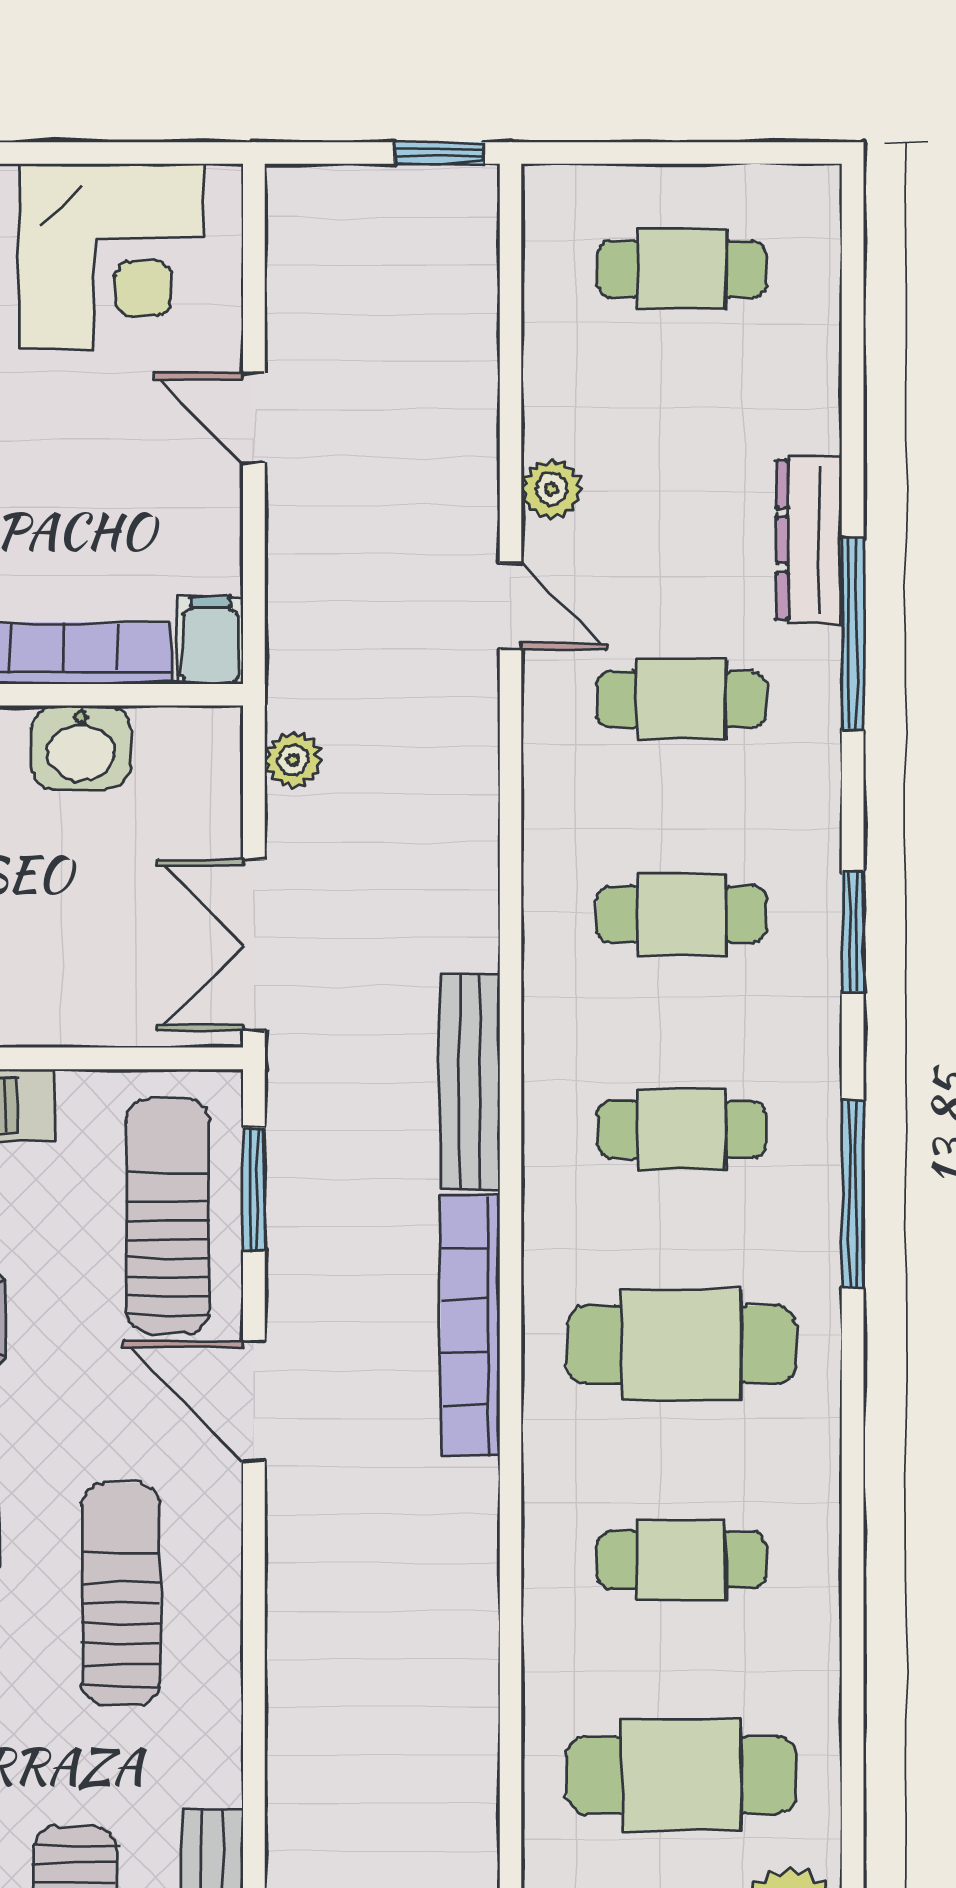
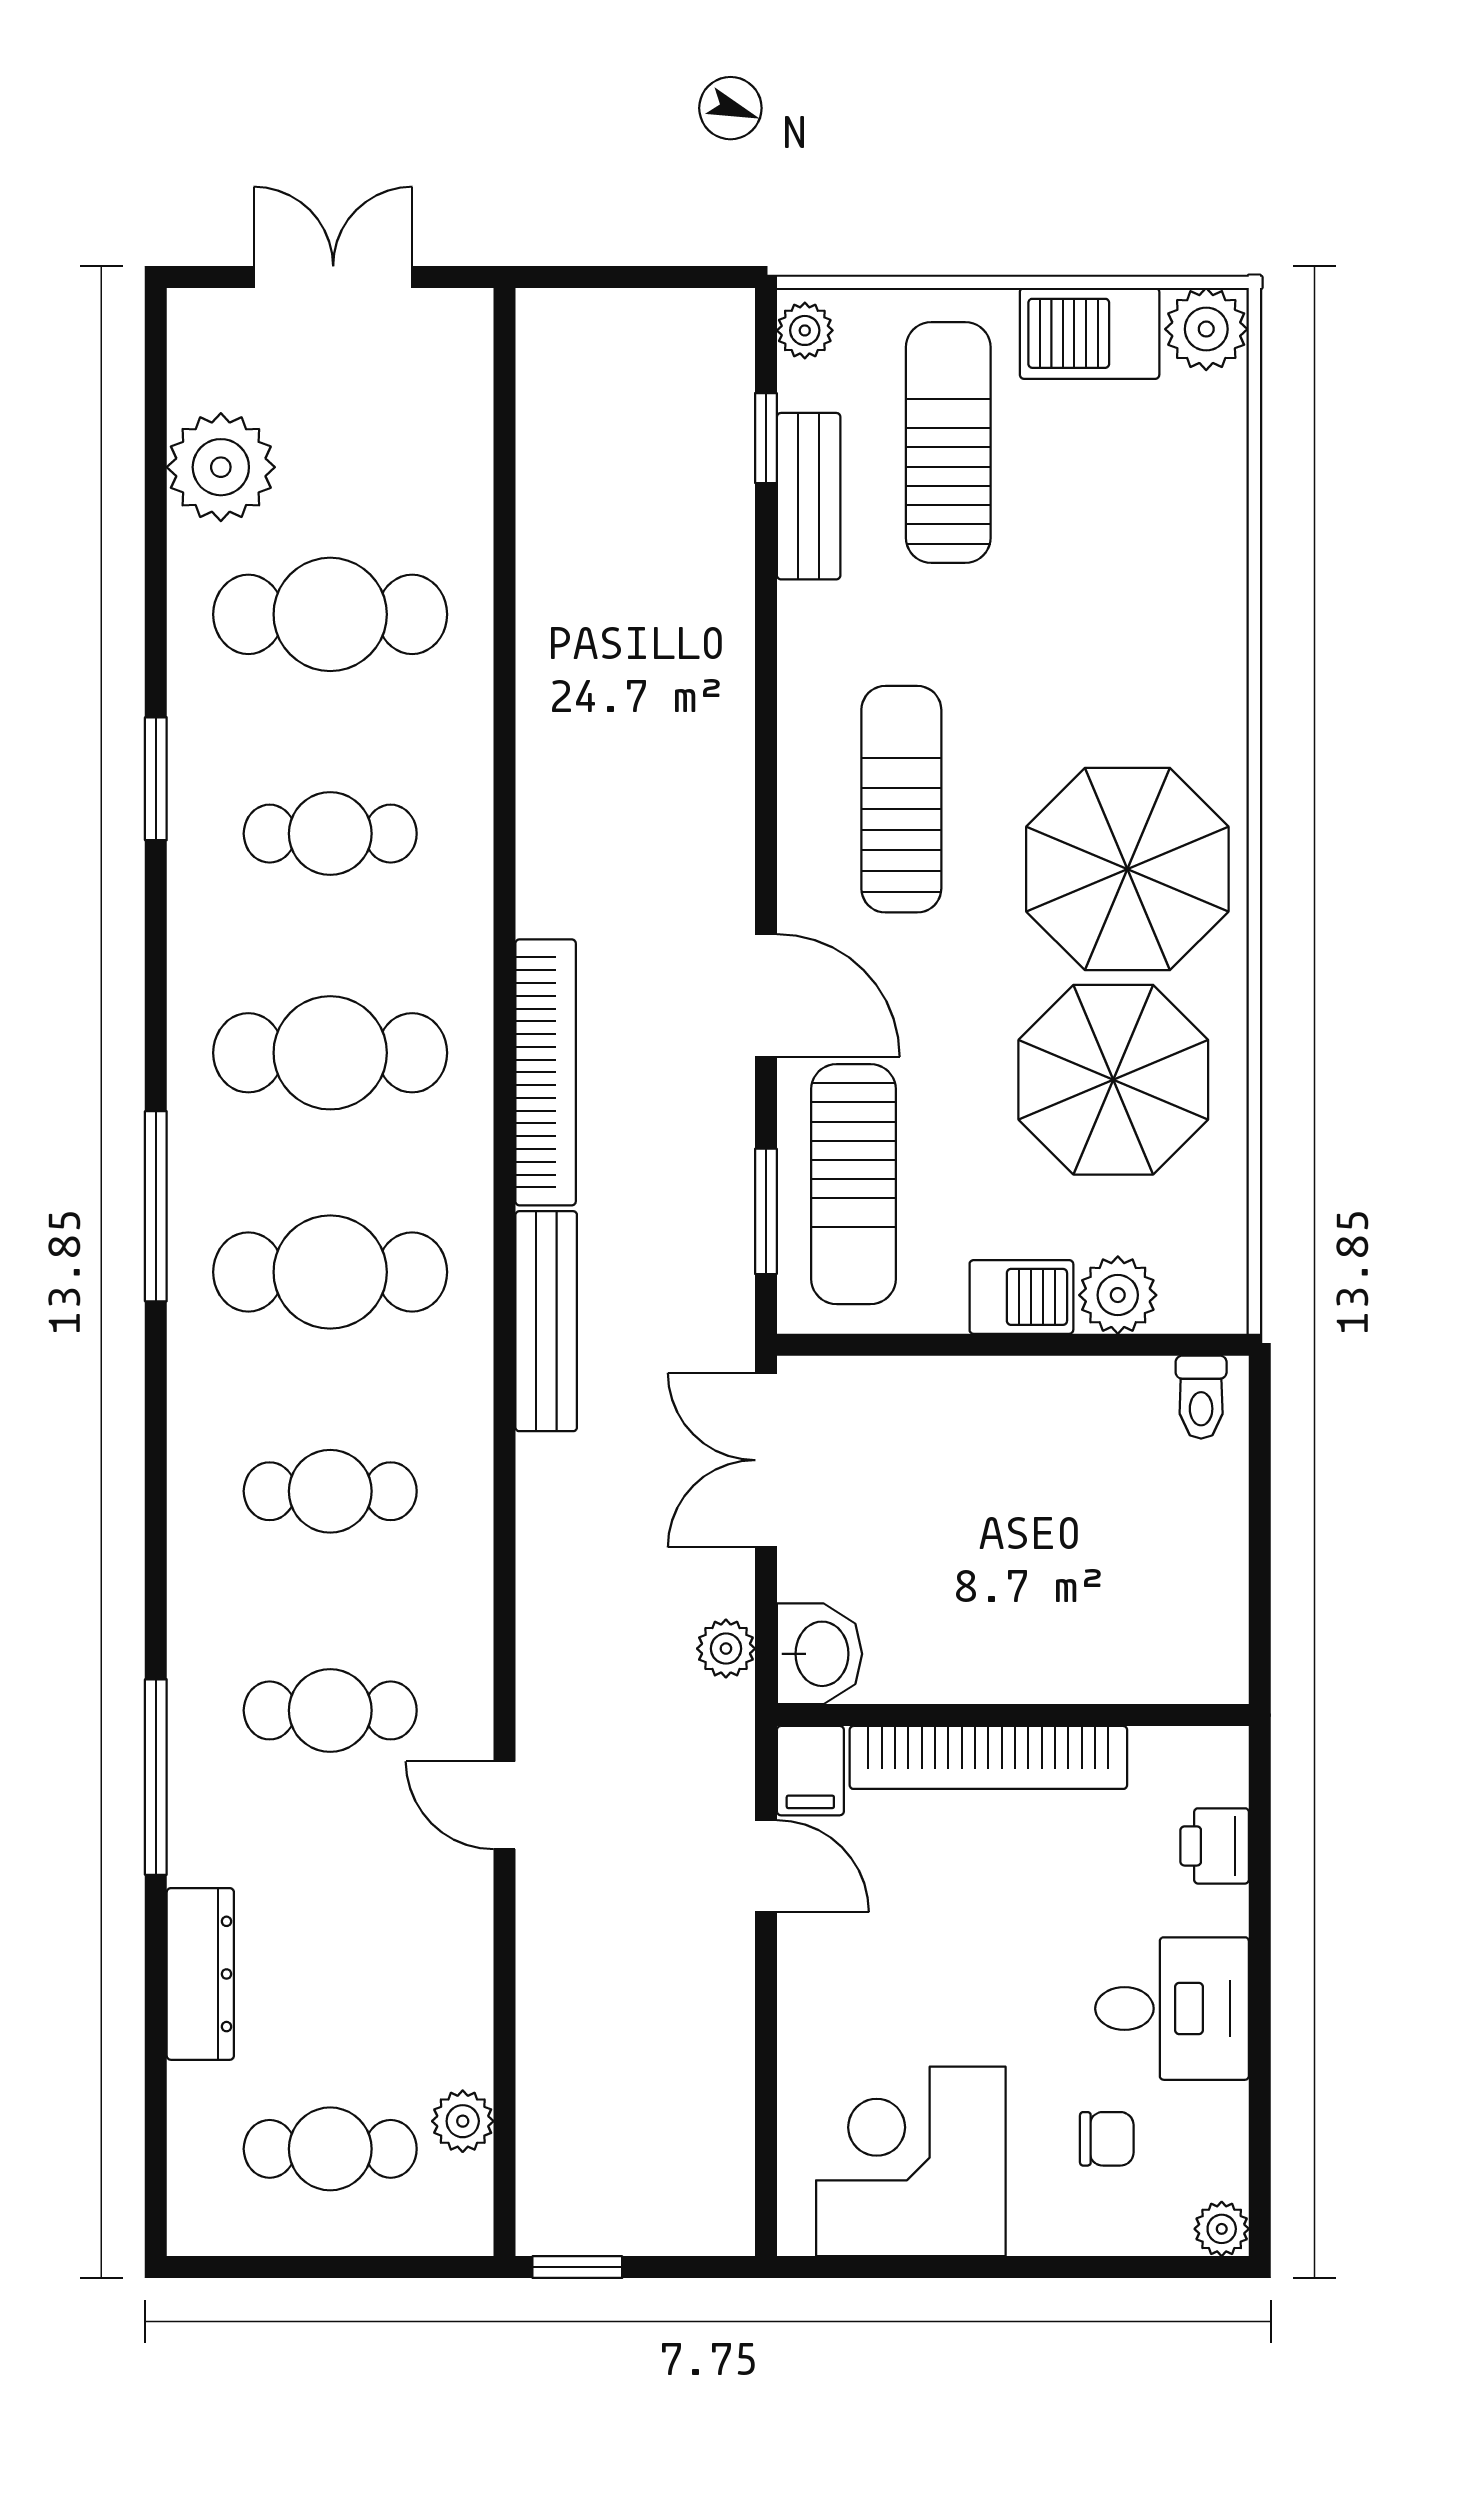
door: (254, 418) -> (766, 1866), moved
plant: (551, 489) -> (463, 2121), moved
dresser: (809, 540) -> (200, 1974), moved
washbasin: (81, 747) -> (819, 1654), moved, turned 90
window: (853, 932) -> (156, 779), moved
double door: (254, 945) -> (766, 1460), swing flipped
cafe table: (682, 1130) -> (330, 1272), width x1.37, depth x1.35
sun lounger: (121, 1594) -> (901, 799), turned 180

